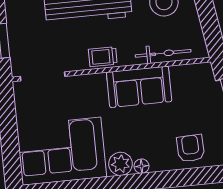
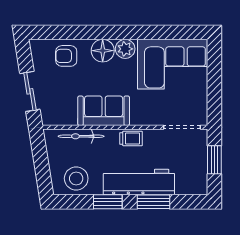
armchair: (191, 148) -> (66, 56), turned 92
floor lamp: (142, 166) -> (103, 51), width x1.89, depth x1.89

